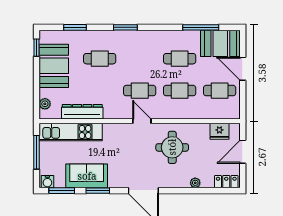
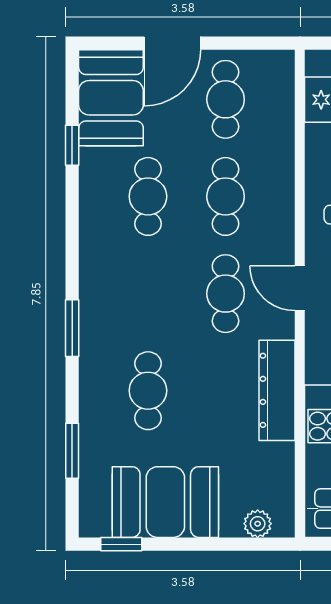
window: (201, 27) -> (72, 145), width x0.46
dresser: (82, 112) -> (277, 390), moved
door: (142, 121) -> (300, 288), hinge flipped

